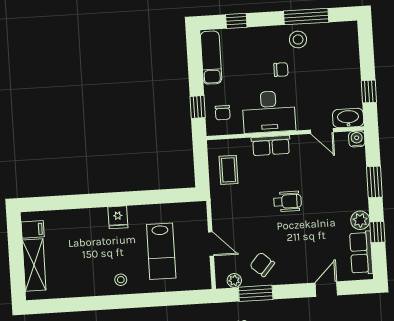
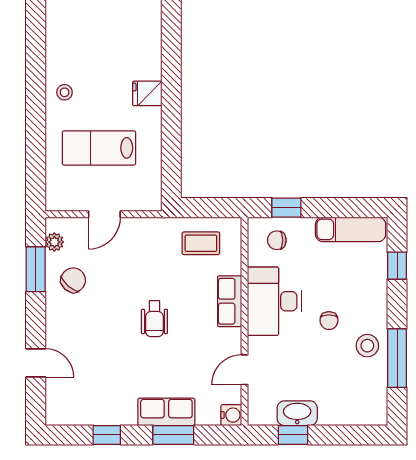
washbasin: (348, 118) -> (297, 413), moved, turned -90
plant: (360, 220) -> (124, 413), removed
row of seats: (361, 253) -> (166, 412), moved

